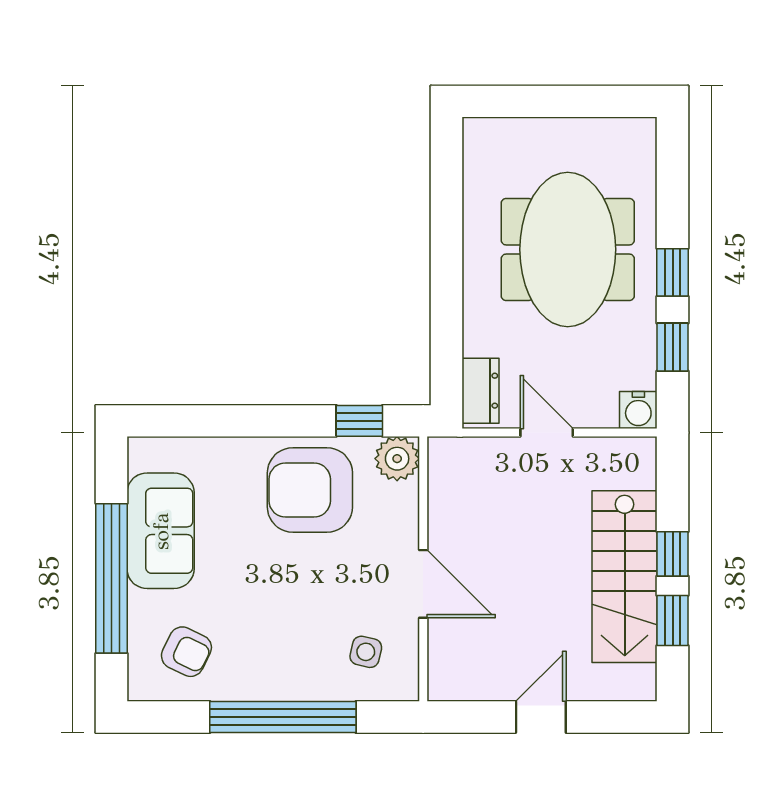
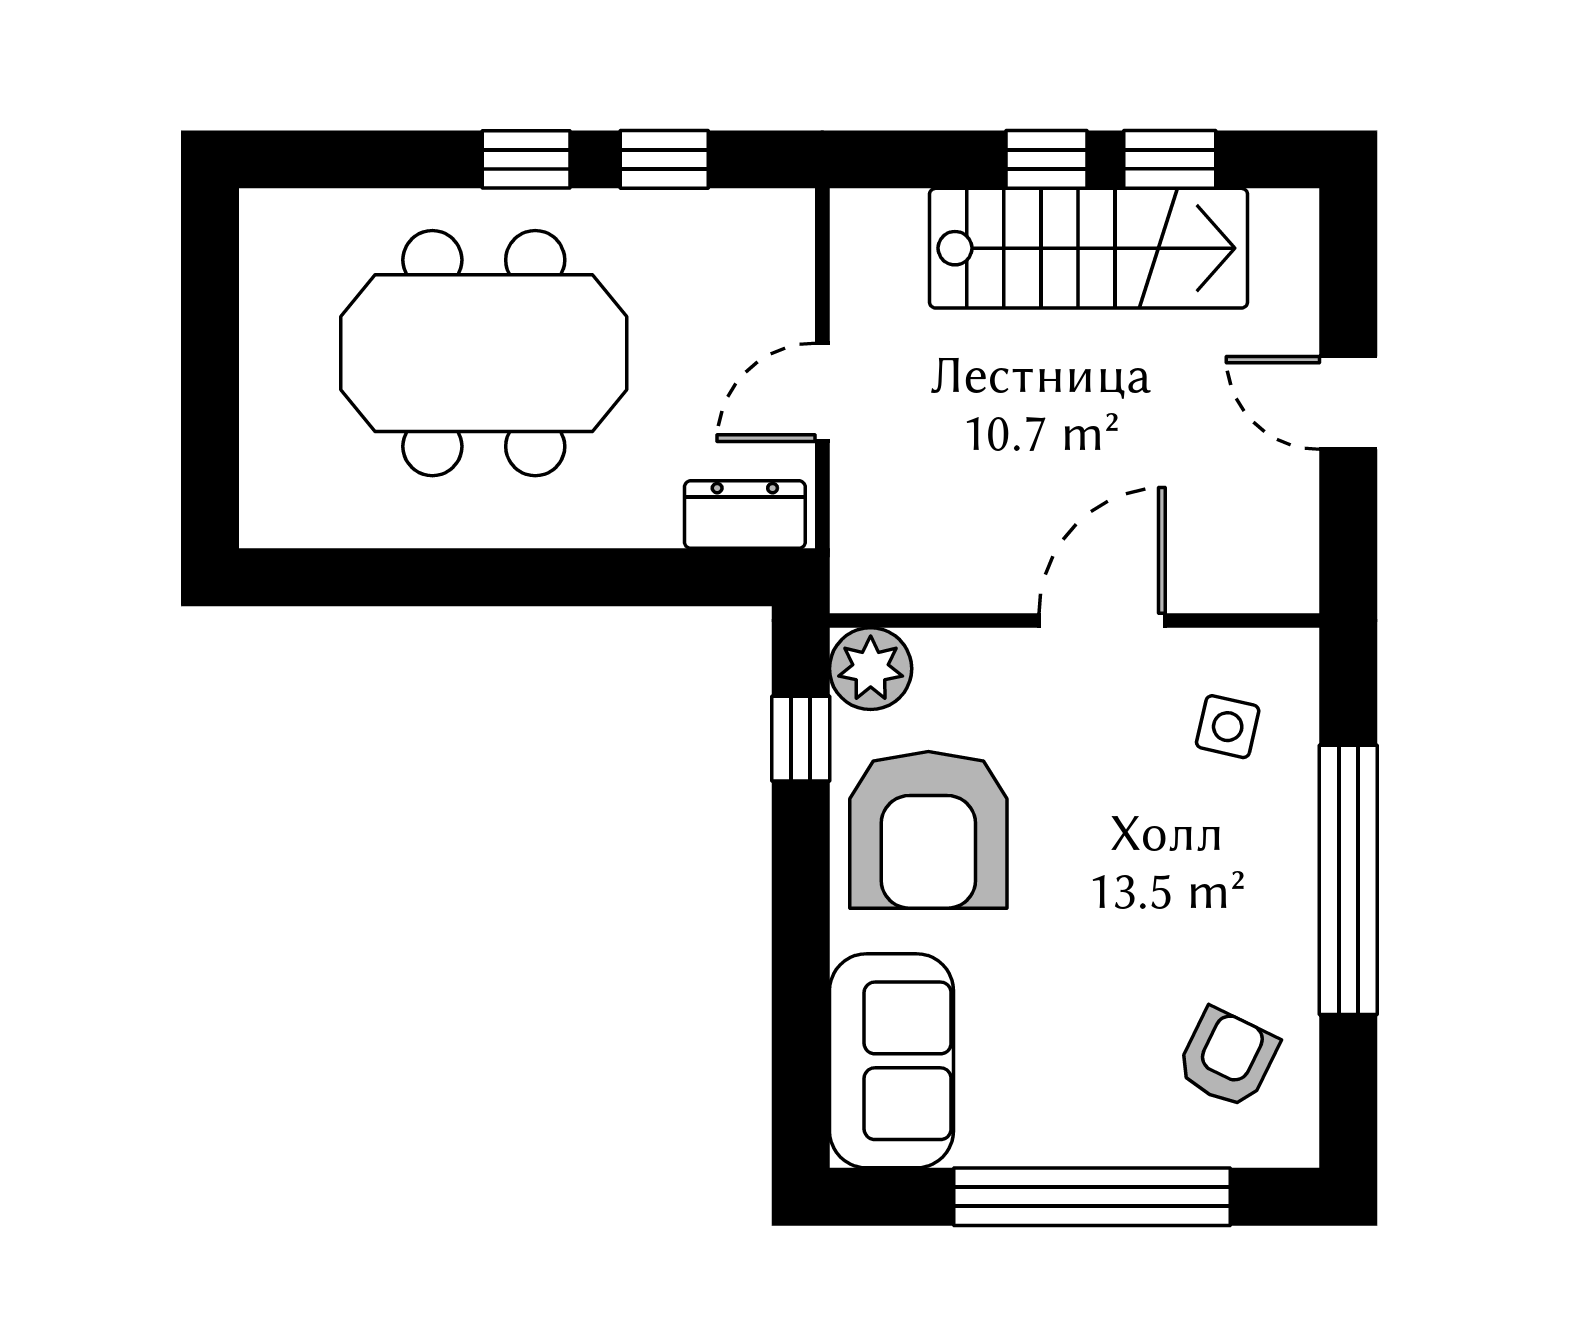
water cooler: (638, 410) -> (781, 223), removed
sofa: (161, 531) -> (891, 1061), moved, turned 90

